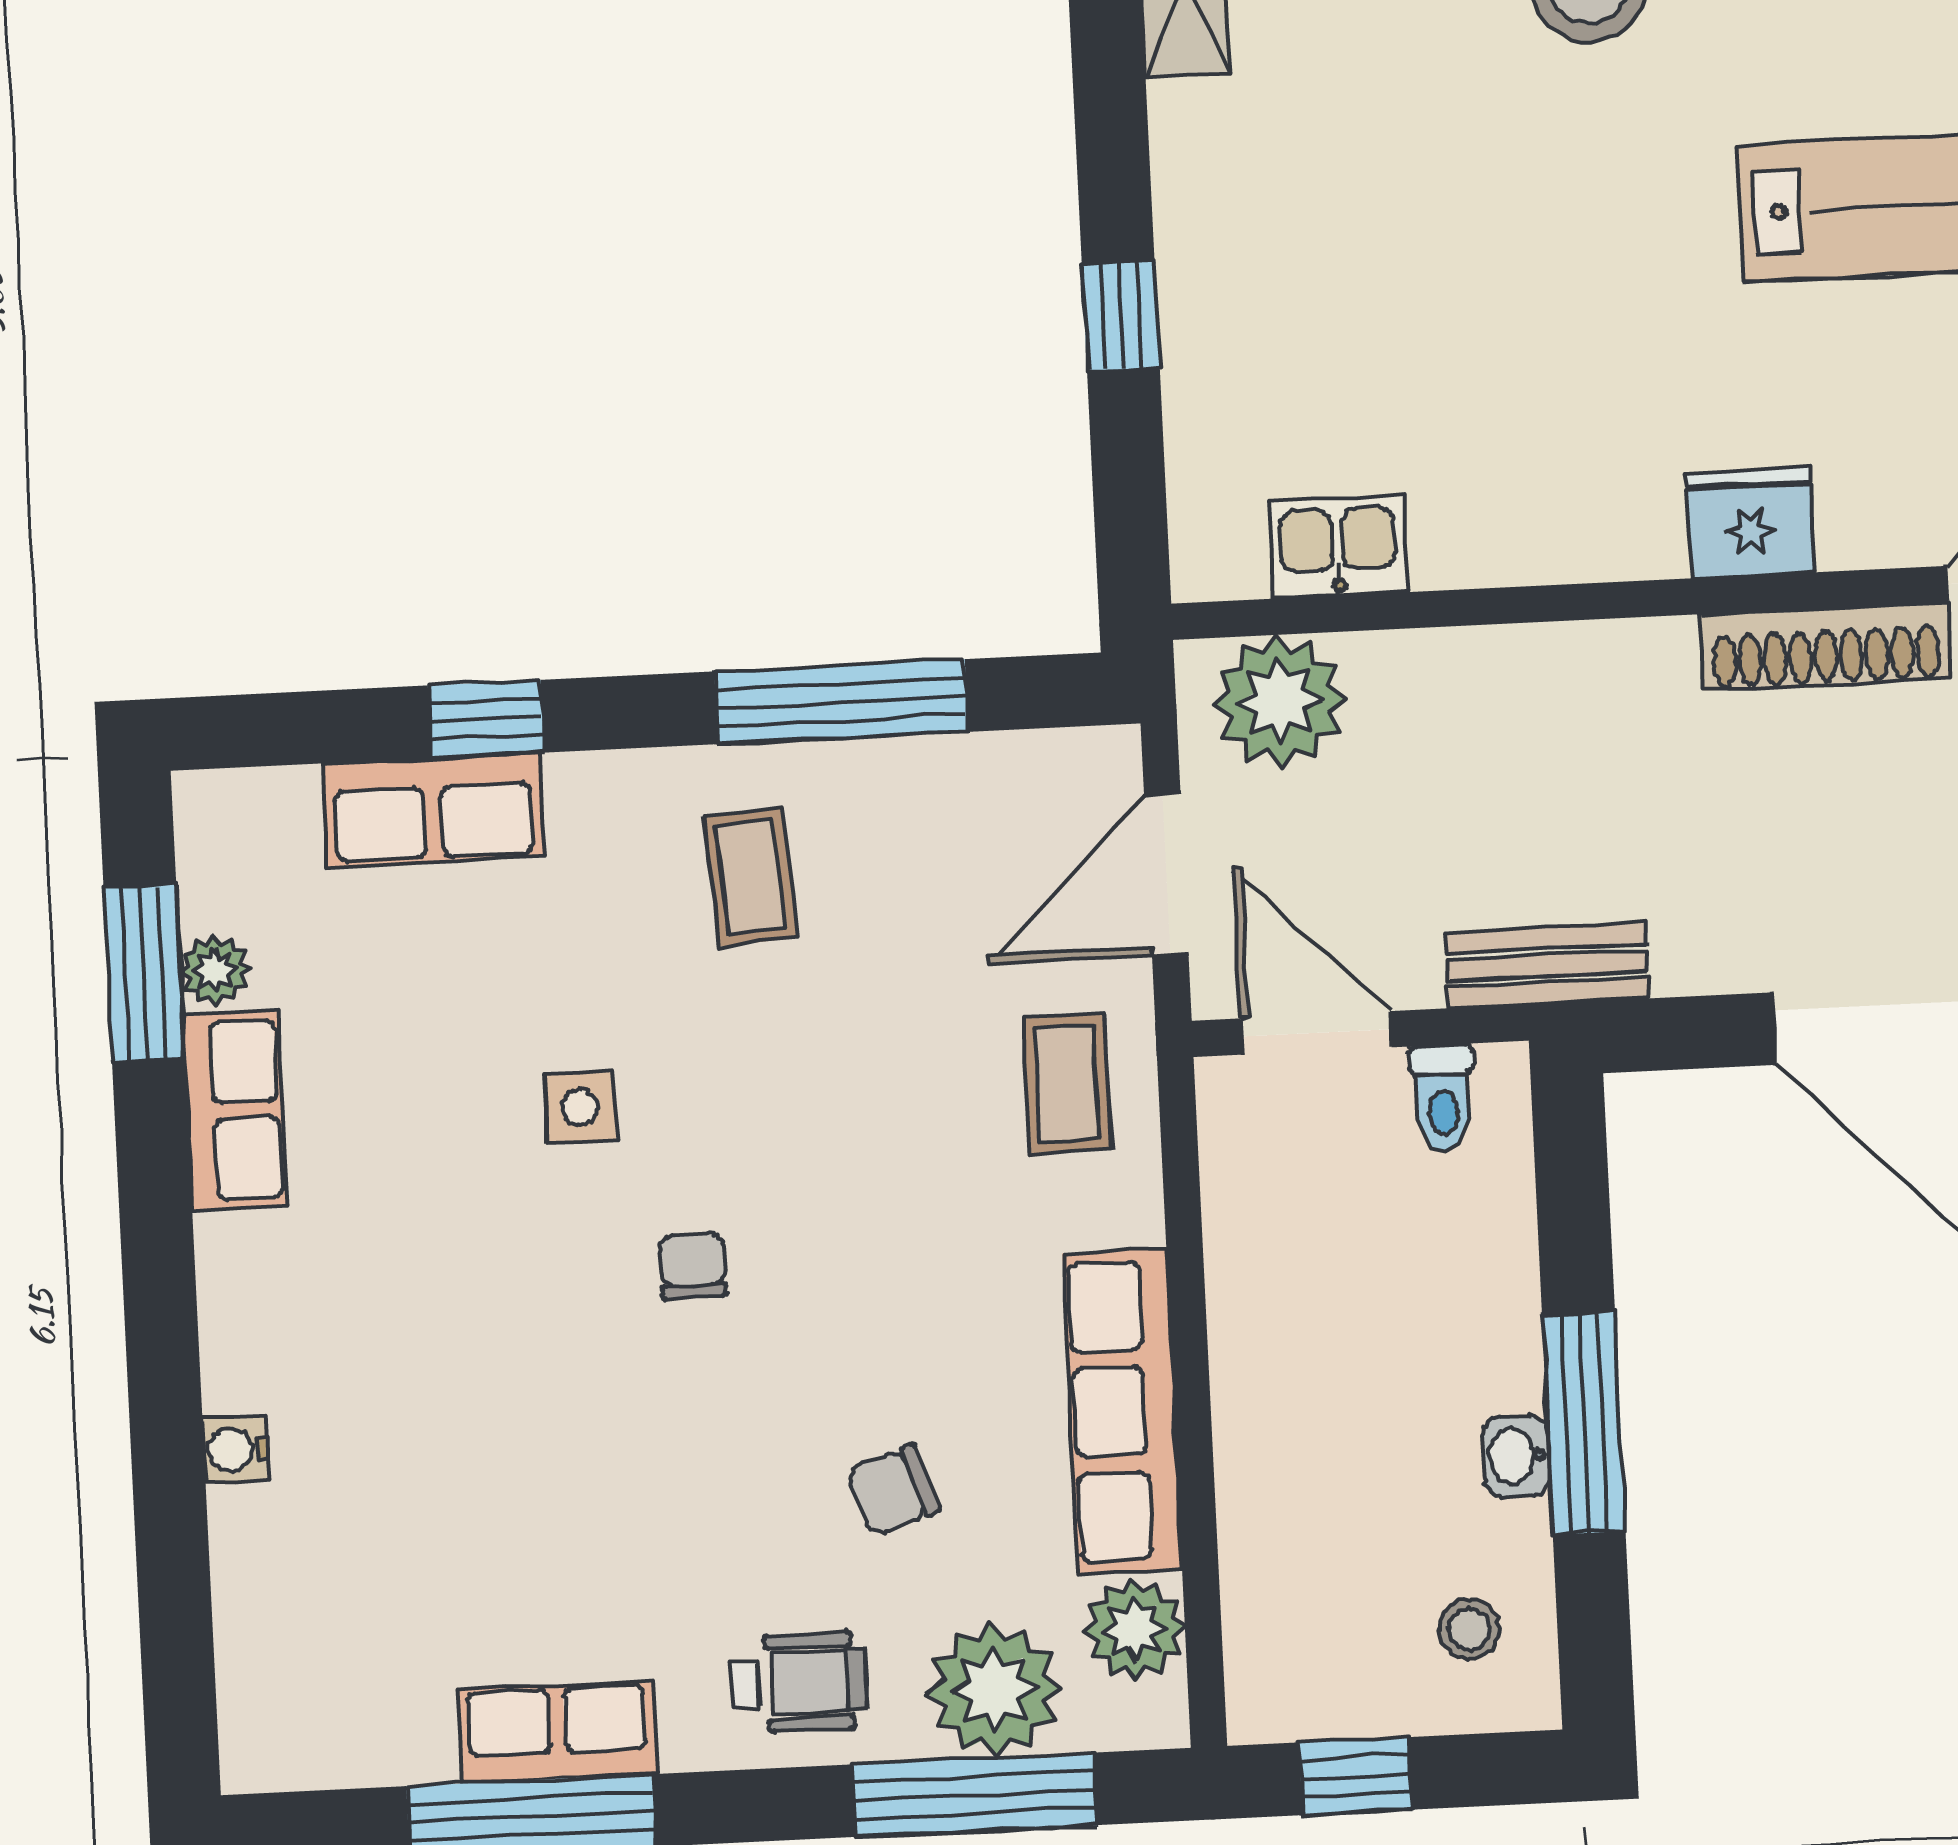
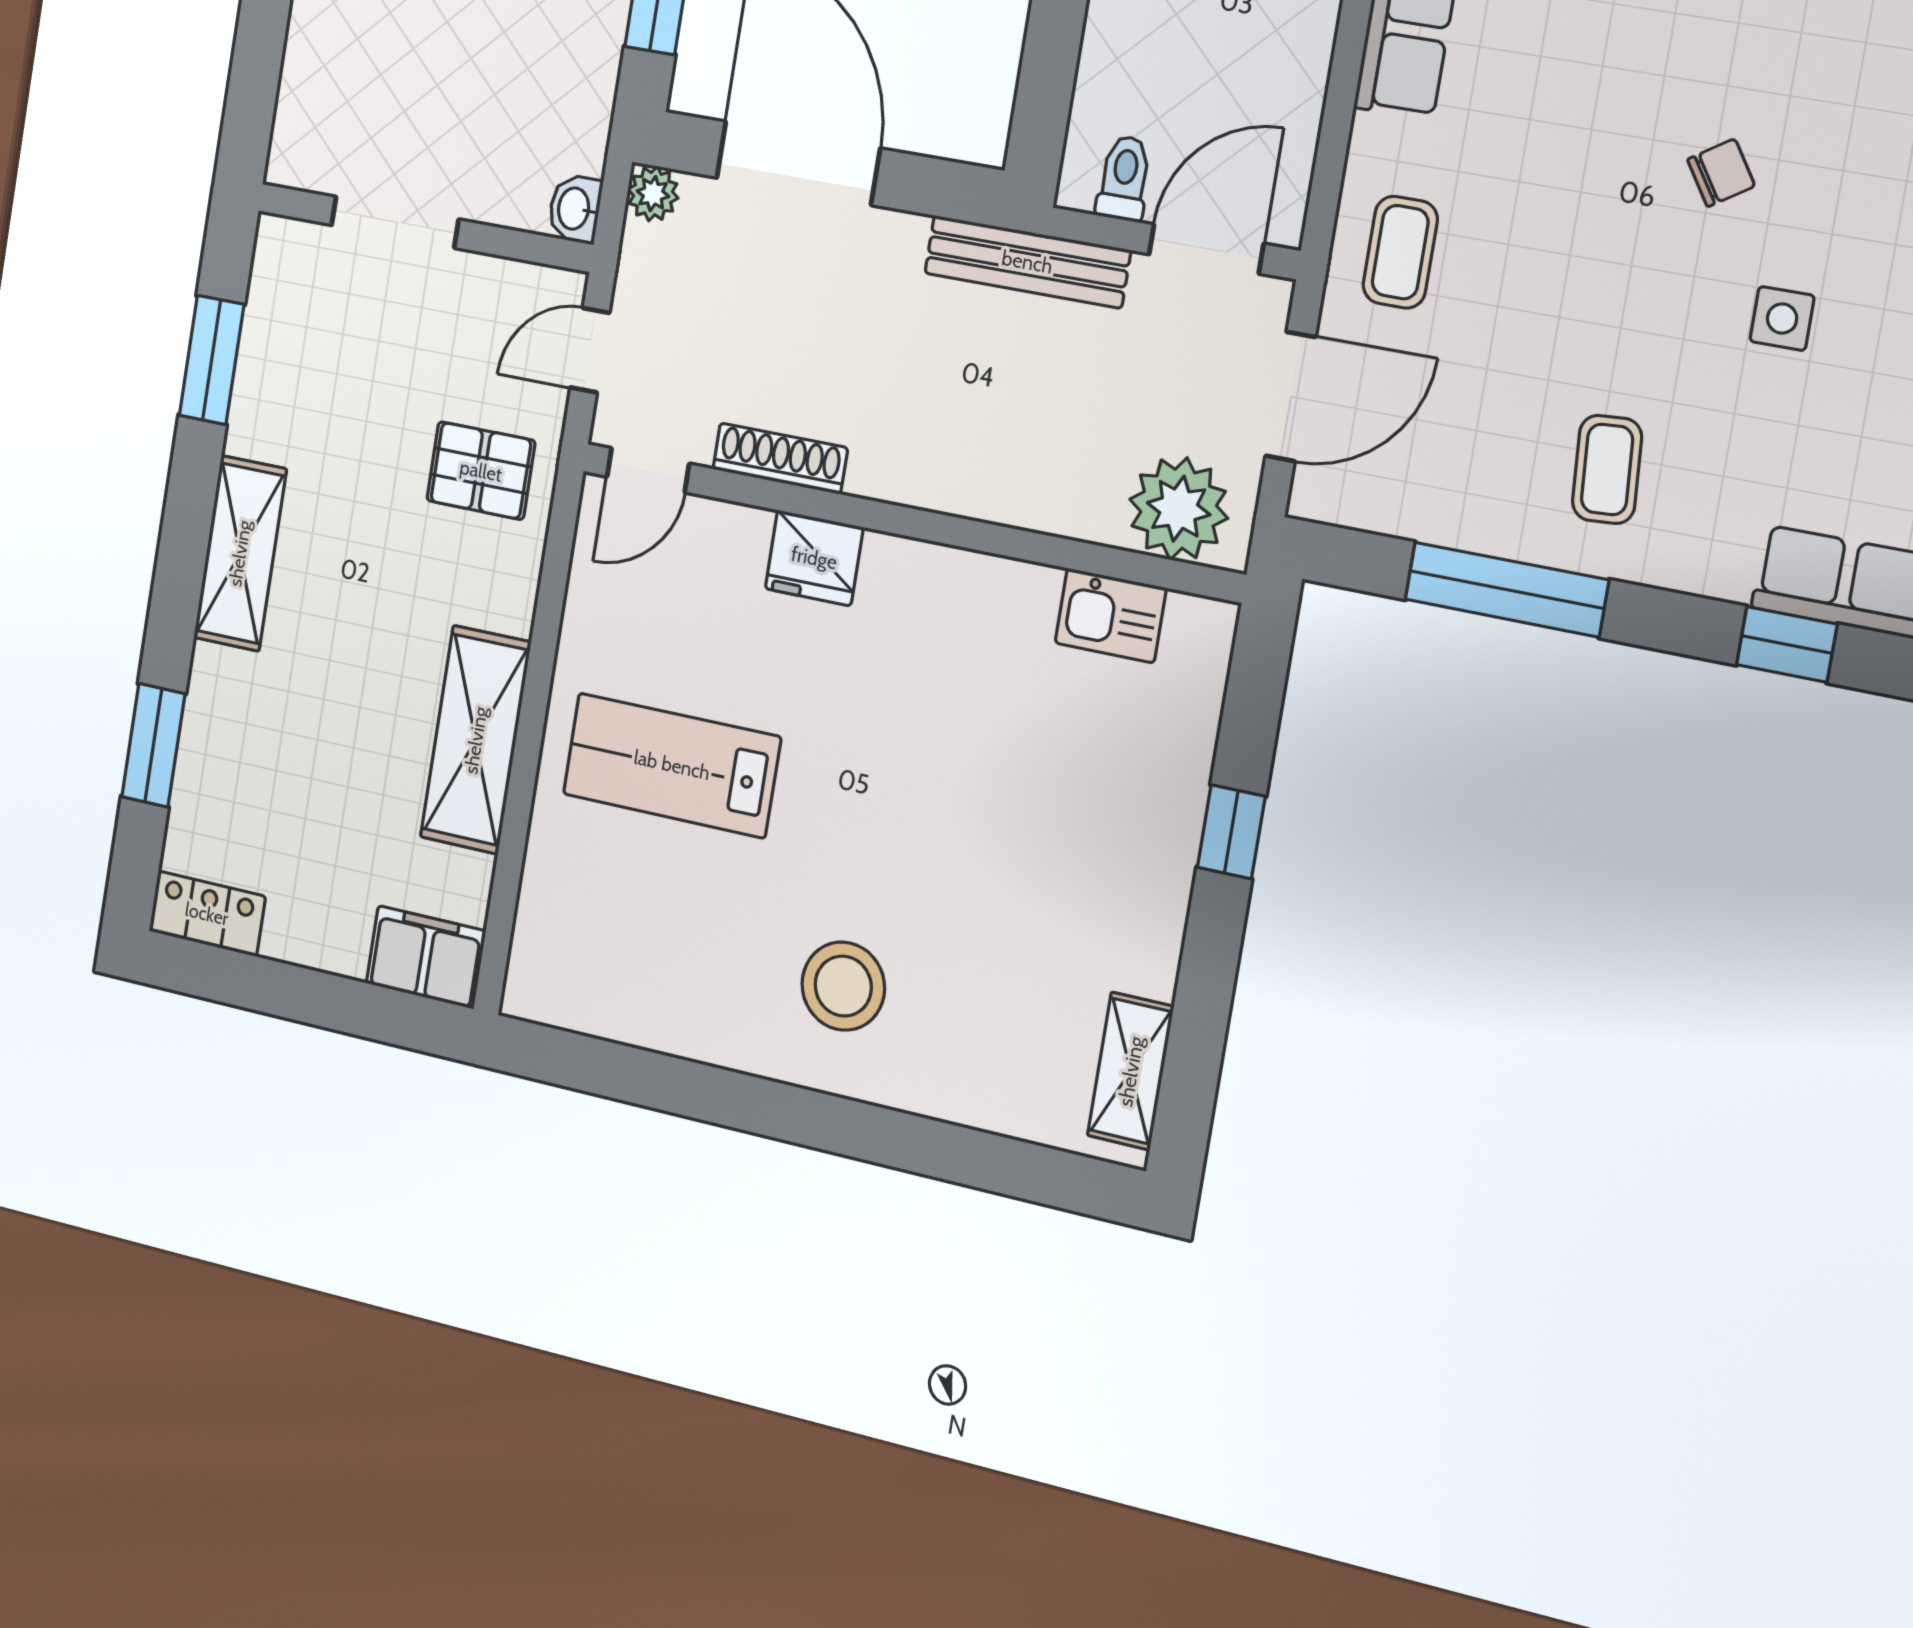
shoe rack: (1826, 646) -> (780, 459), width x0.74, depth x0.81
bench: (1547, 965) -> (1027, 262), width x1.36
door: (1316, 1033) -> (1206, 249), swing flipped
chair: (693, 1265) -> (1721, 173), turned -123

